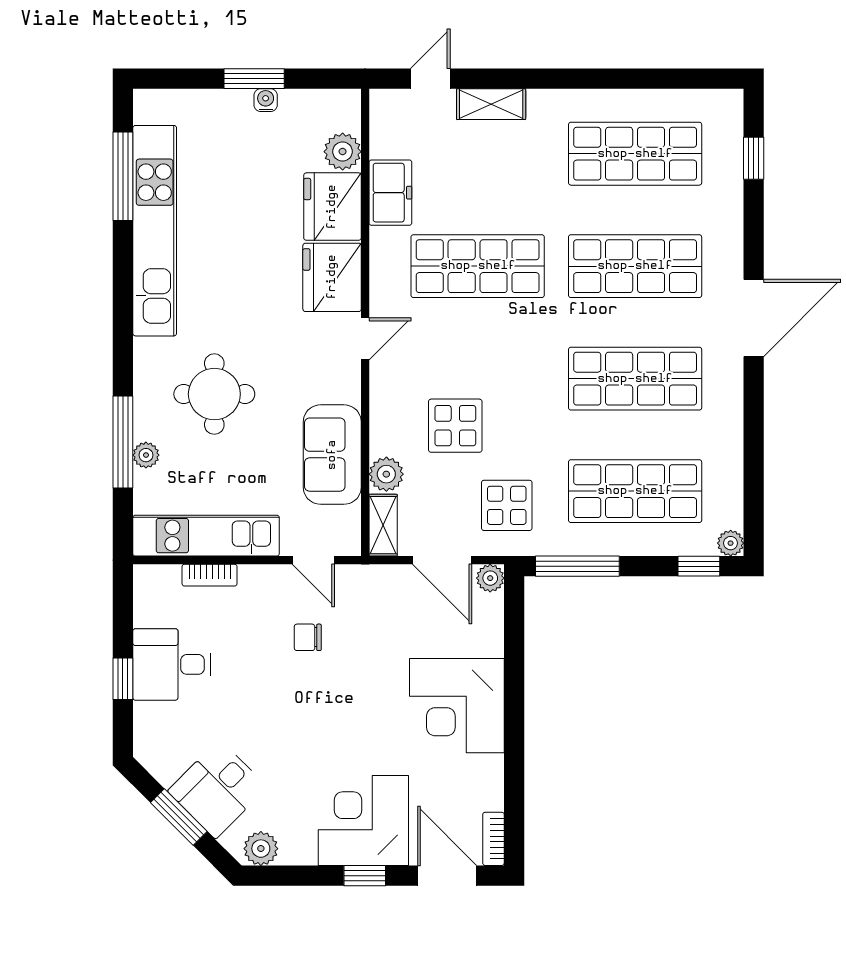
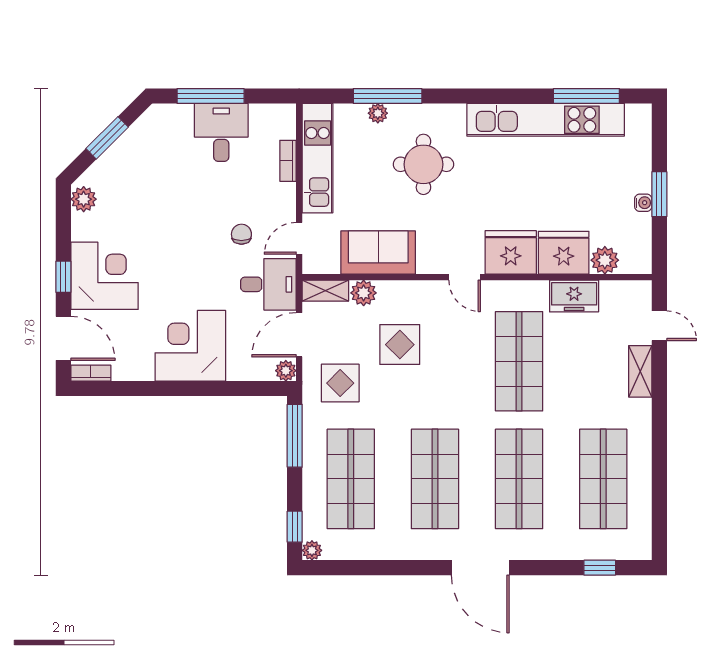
window: (123, 679) -> (211, 96), width x2.17
desk: (218, 789) -> (268, 284), moved, turned 135
door: (447, 876) -> (63, 338), hinge flipped

